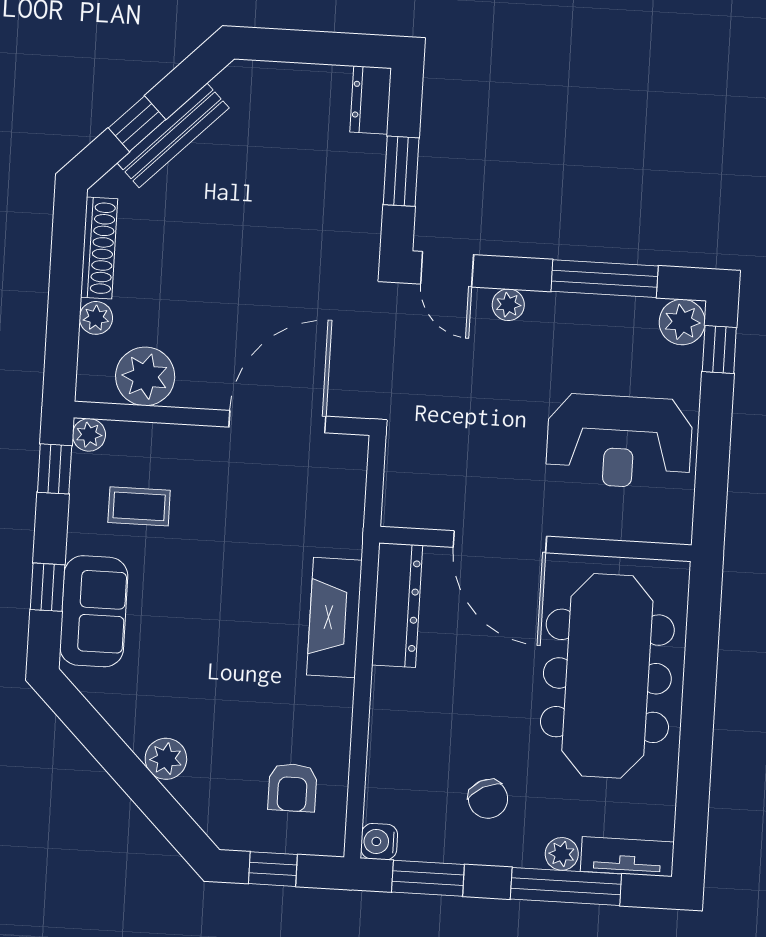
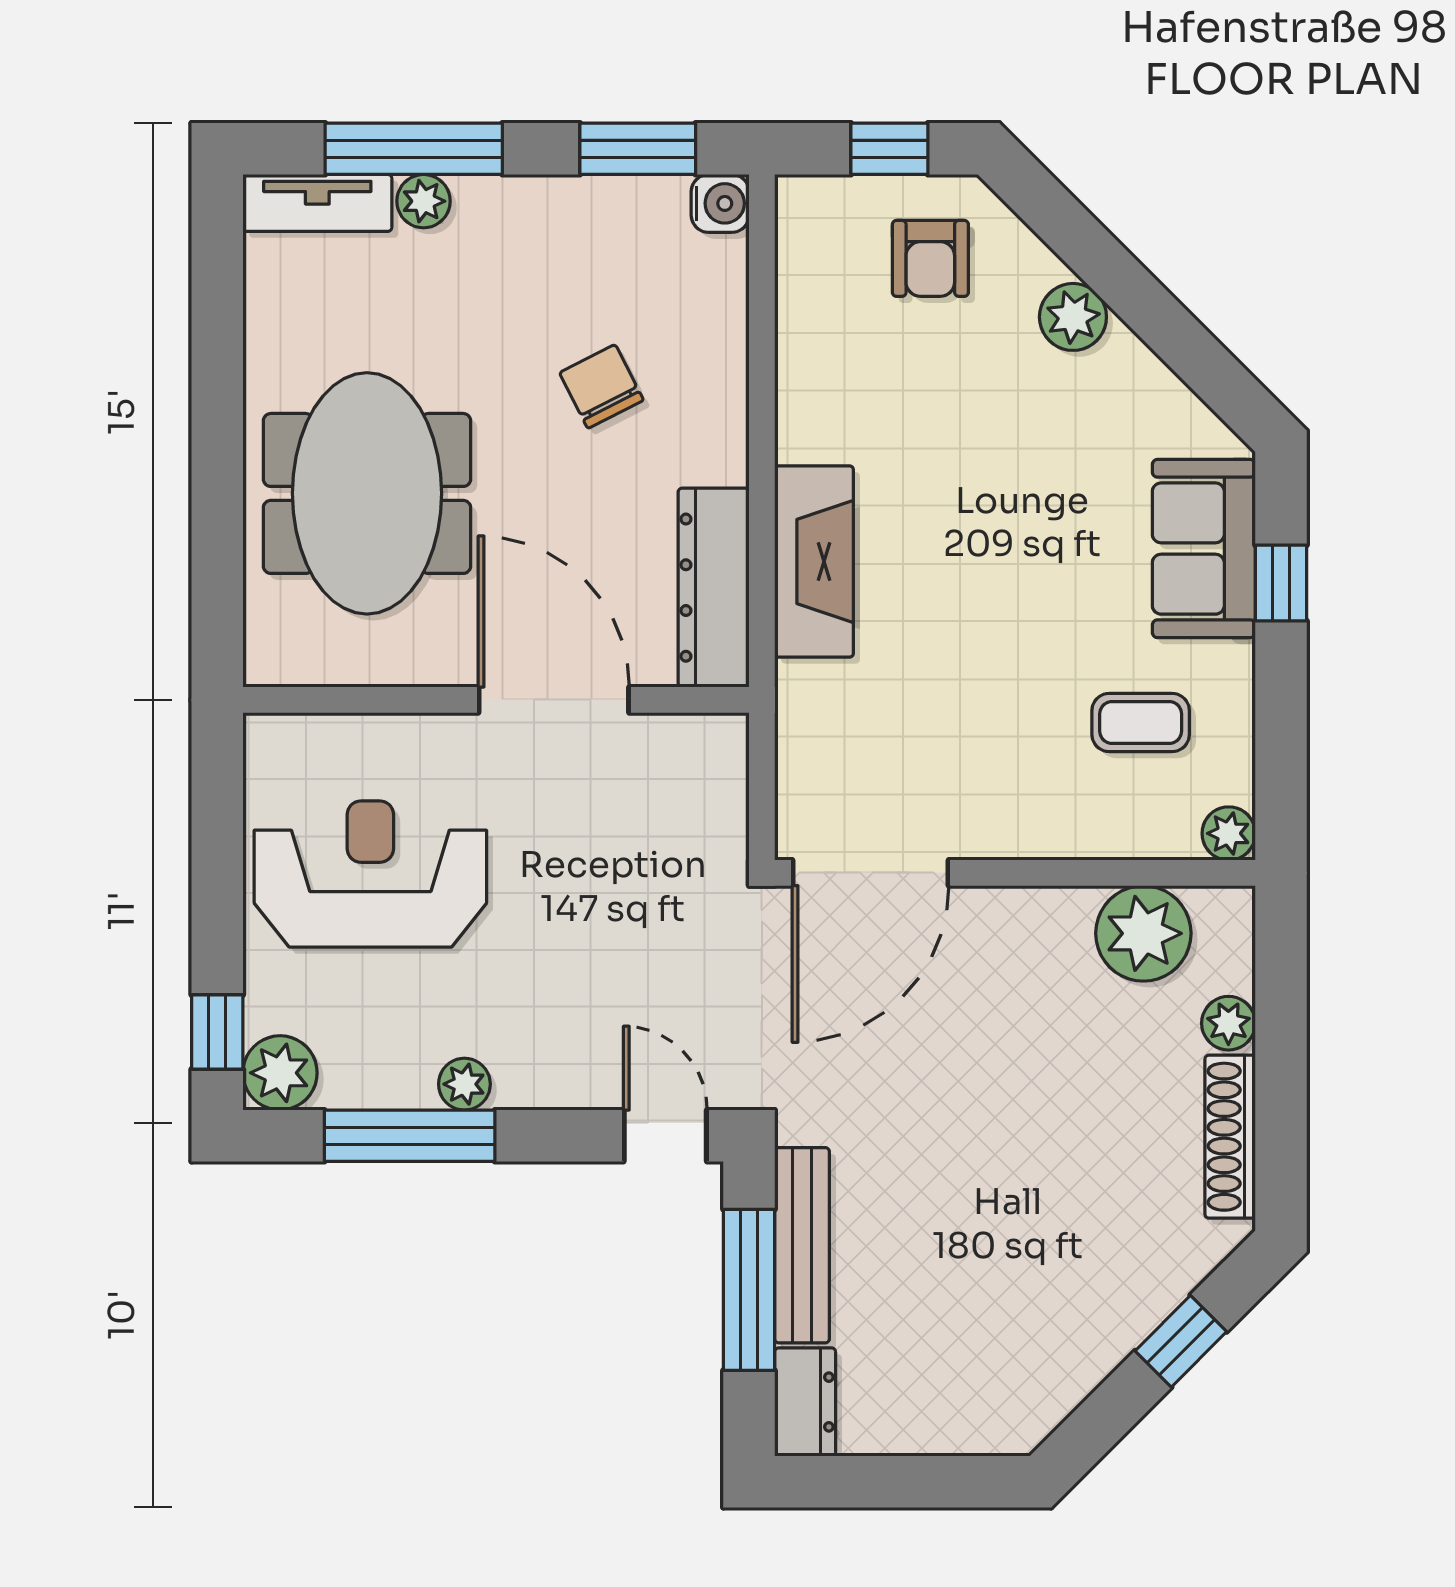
bench: (173, 135) -> (802, 1245), moved, turned -45
window: (401, 171) -> (749, 1290), width x1.44
plant: (508, 305) -> (464, 1084), moved
door: (277, 422) -> (871, 873), moved
window: (55, 469) -> (1281, 775), removed
meeting table: (607, 676) -> (367, 493), width x0.73
armchair: (292, 788) -> (930, 258), moved, turned 180
chair: (488, 799) -> (601, 386), moved

